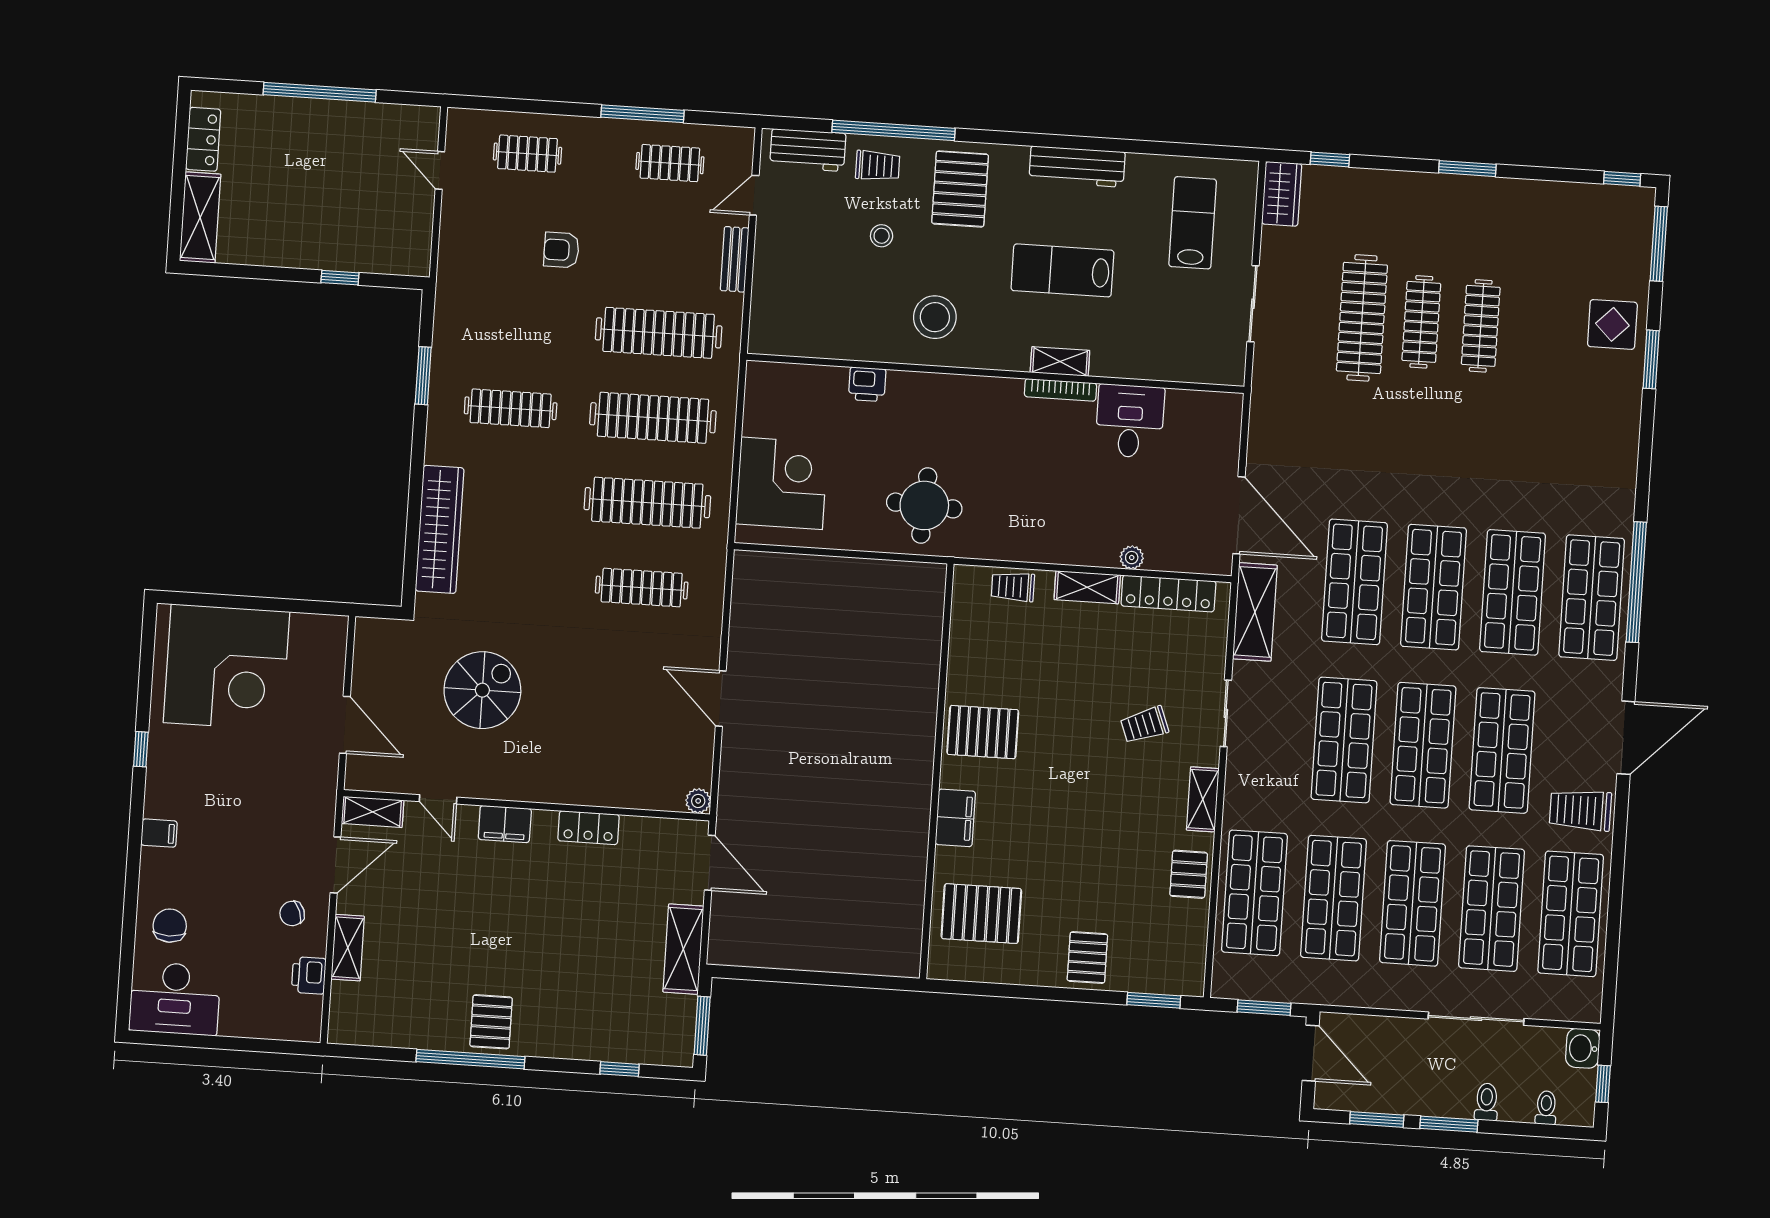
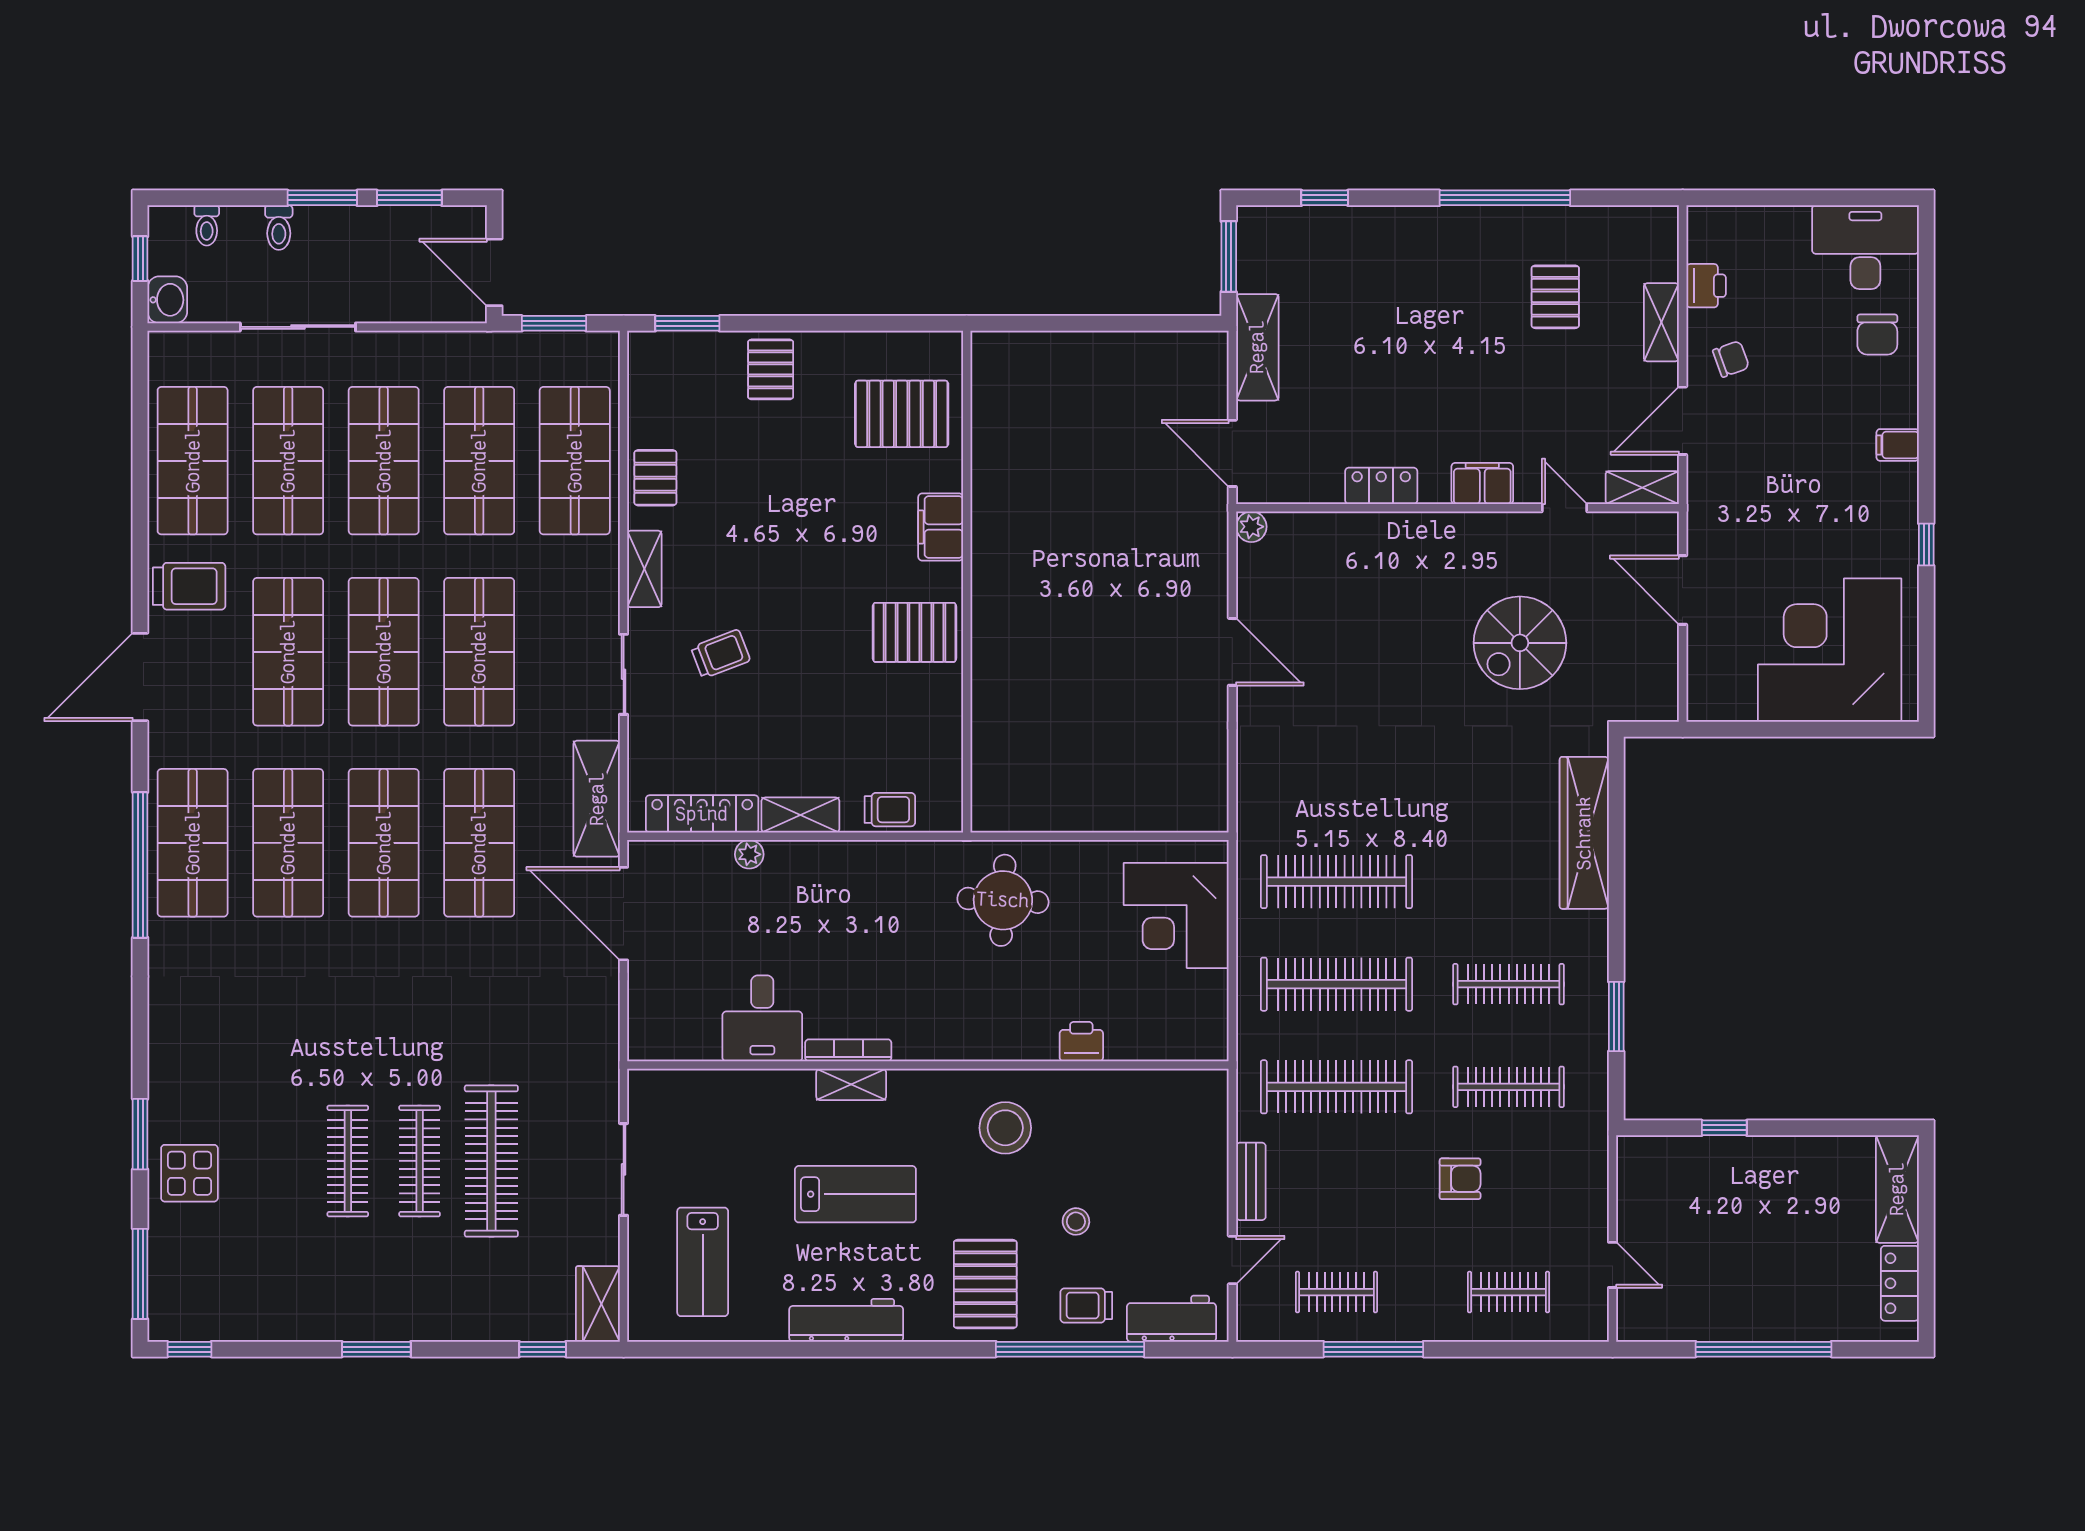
clothes rail: (642, 588) -> (1509, 1087), moved
pallet: (491, 1022) -> (1555, 297), moved

